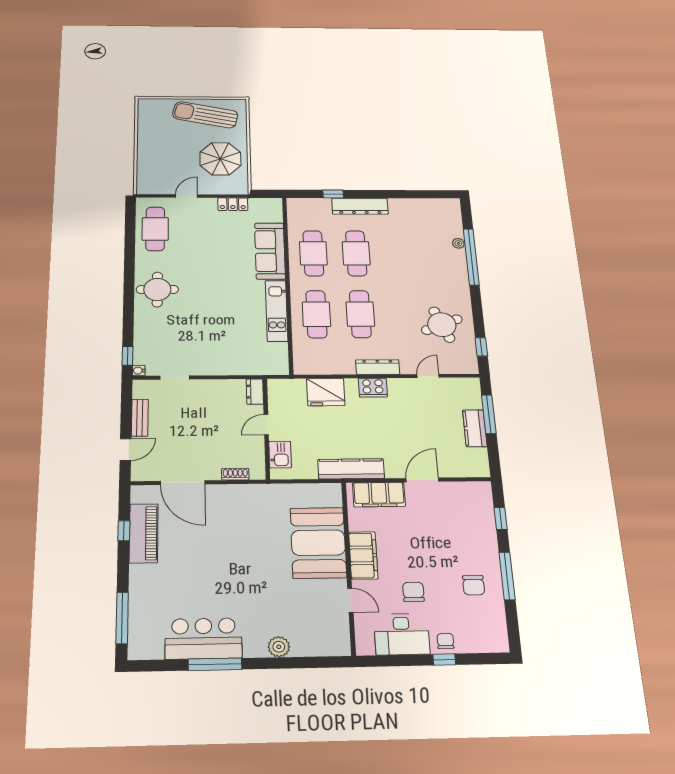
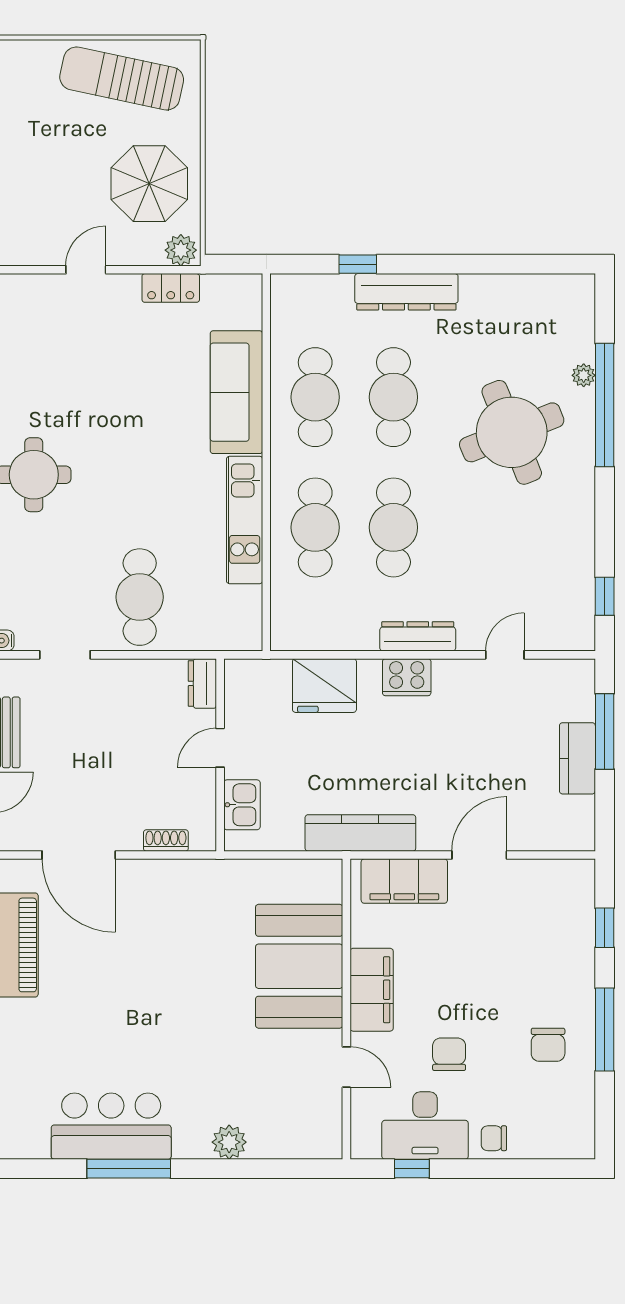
plant: (238, 188) -> (181, 250), added
cafe table: (155, 229) -> (140, 597), moved
round table: (442, 325) -> (512, 432), moved, width x1.36, depth x1.36
chair: (445, 641) -> (494, 1138), turned -90
window: (444, 660) -> (412, 1169), moved

